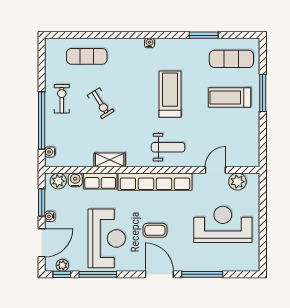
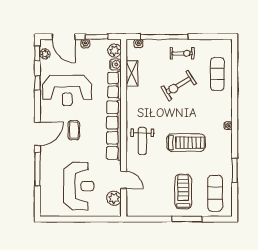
exercise bike: (101, 103) -> (179, 85), width x1.38, depth x1.39
shelving: (110, 160) -> (132, 73), moved
window: (98, 274) -> (37, 83), width x0.46

